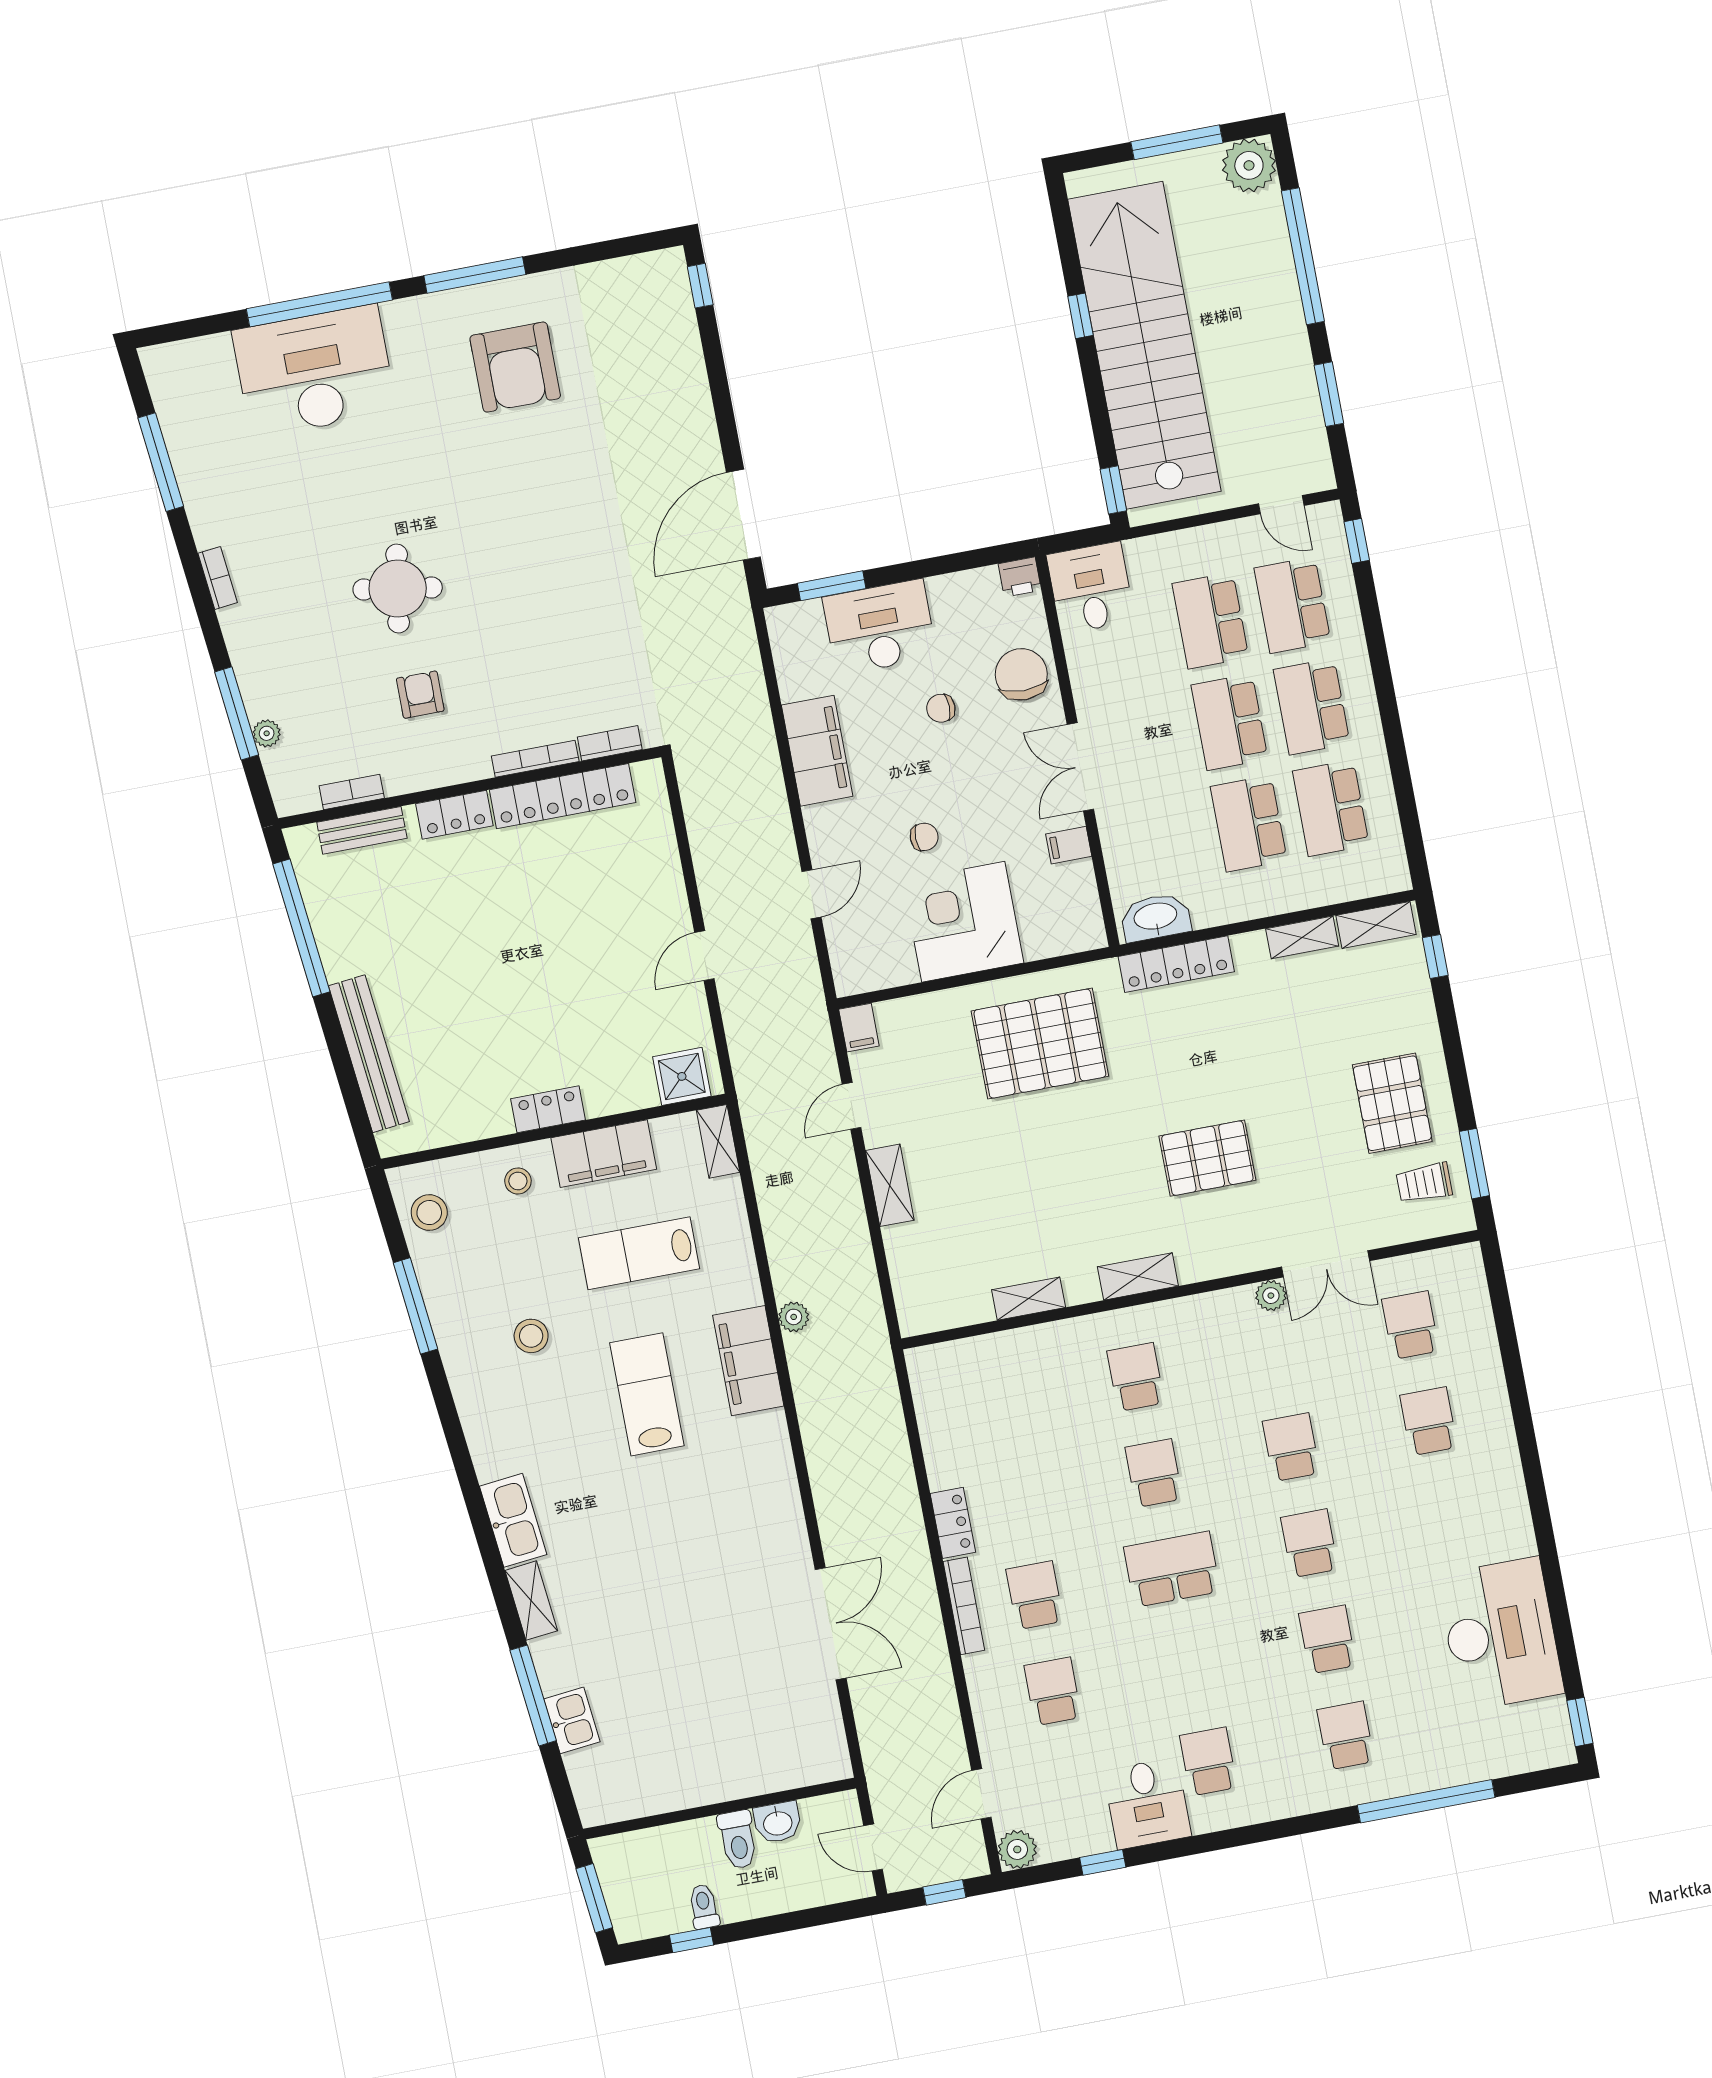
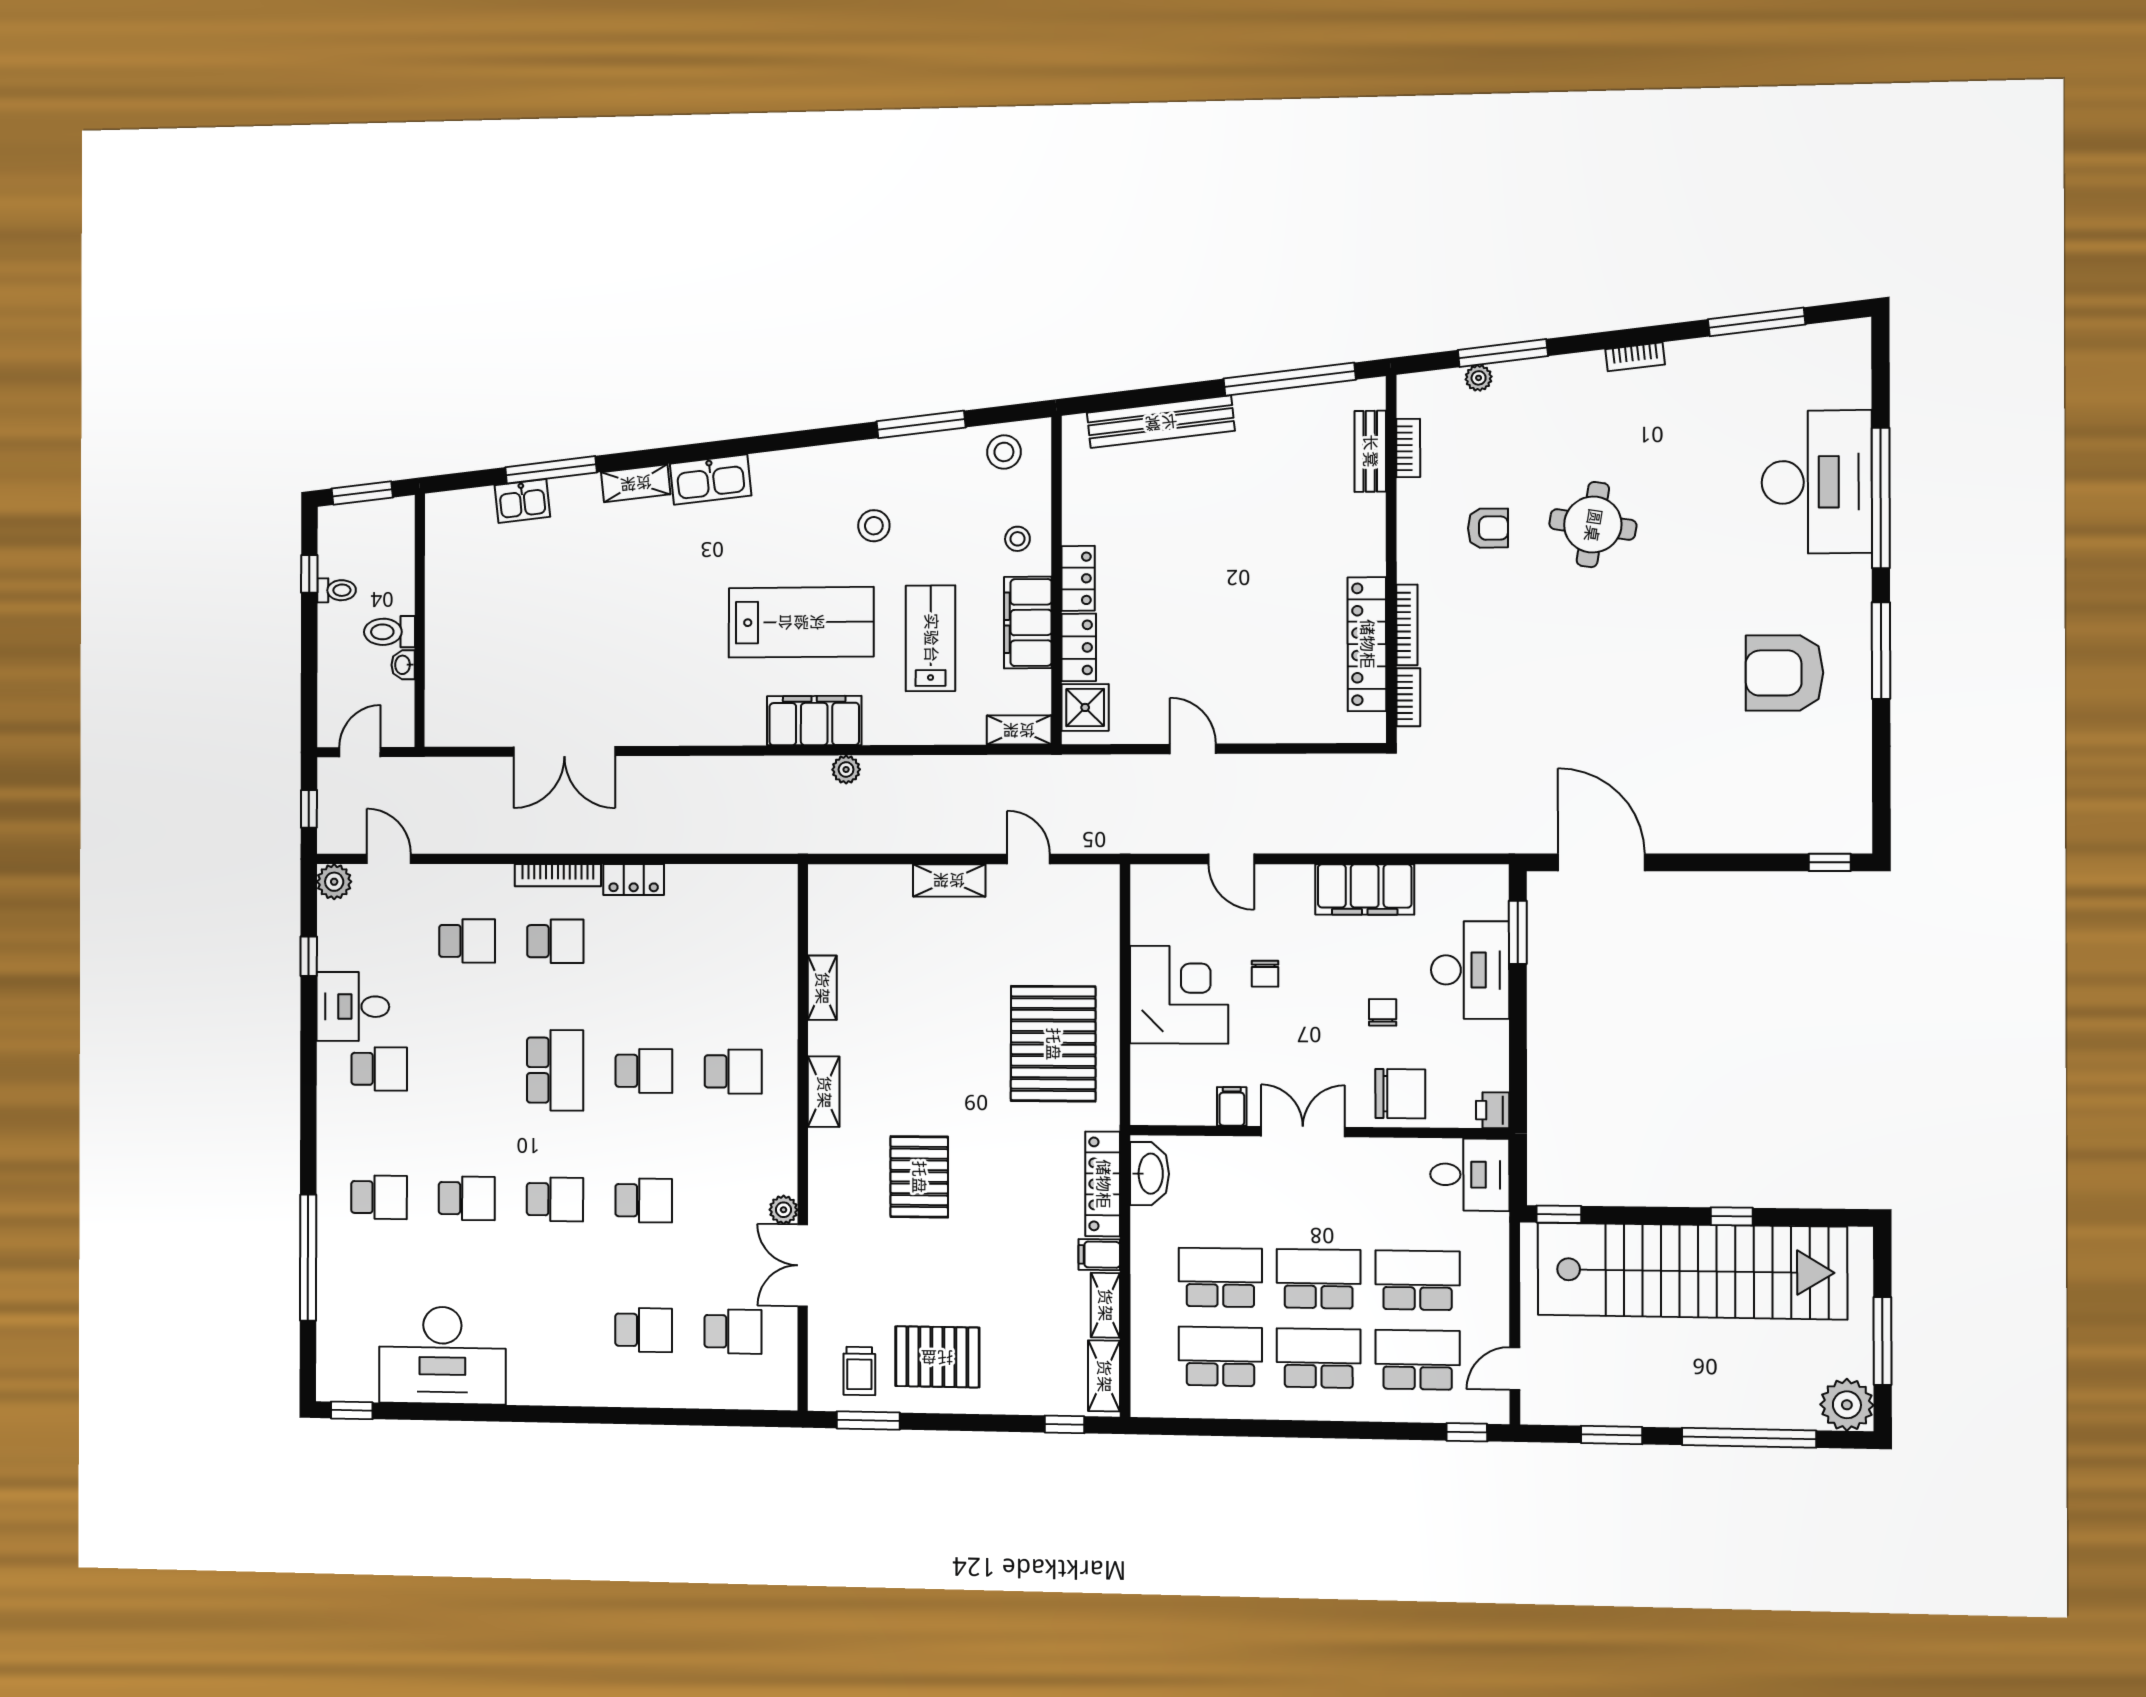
locker: (454, 815) -> (1079, 647), moved, turned 180
filing cabinet: (859, 1028) -> (1099, 1255), moved
trolley: (1424, 1183) -> (859, 1371), turned 180
lab bench: (647, 1394) -> (801, 622), width x1.36, depth x1.39
washbasin: (778, 1822) -> (403, 665), width x0.72, depth x0.69

